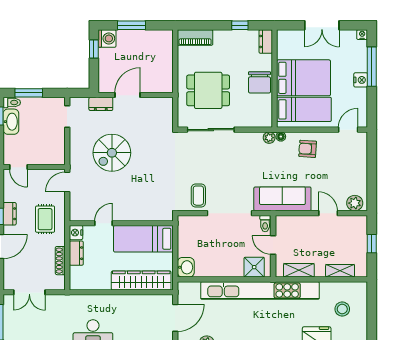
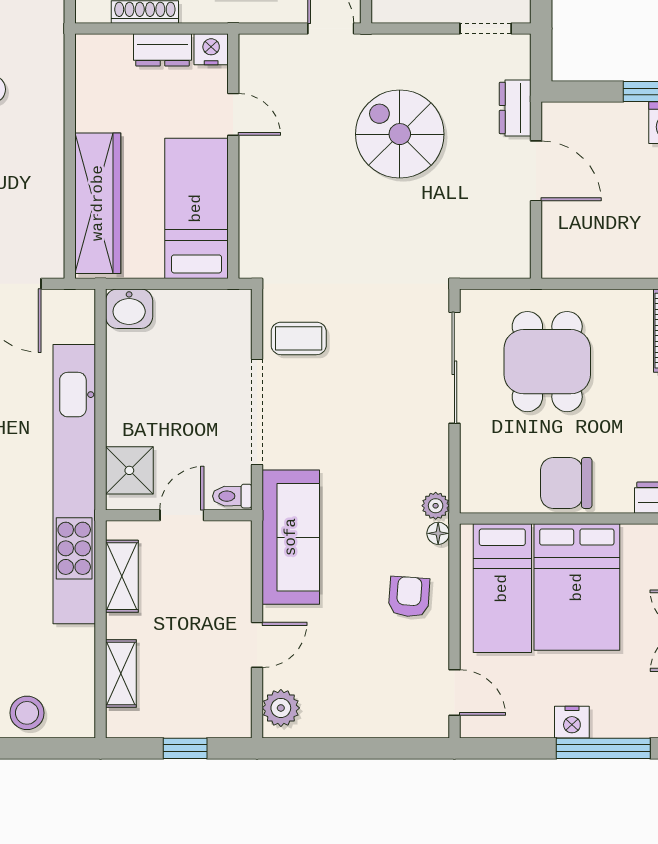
stool: (342, 309) -> (27, 713), moved

